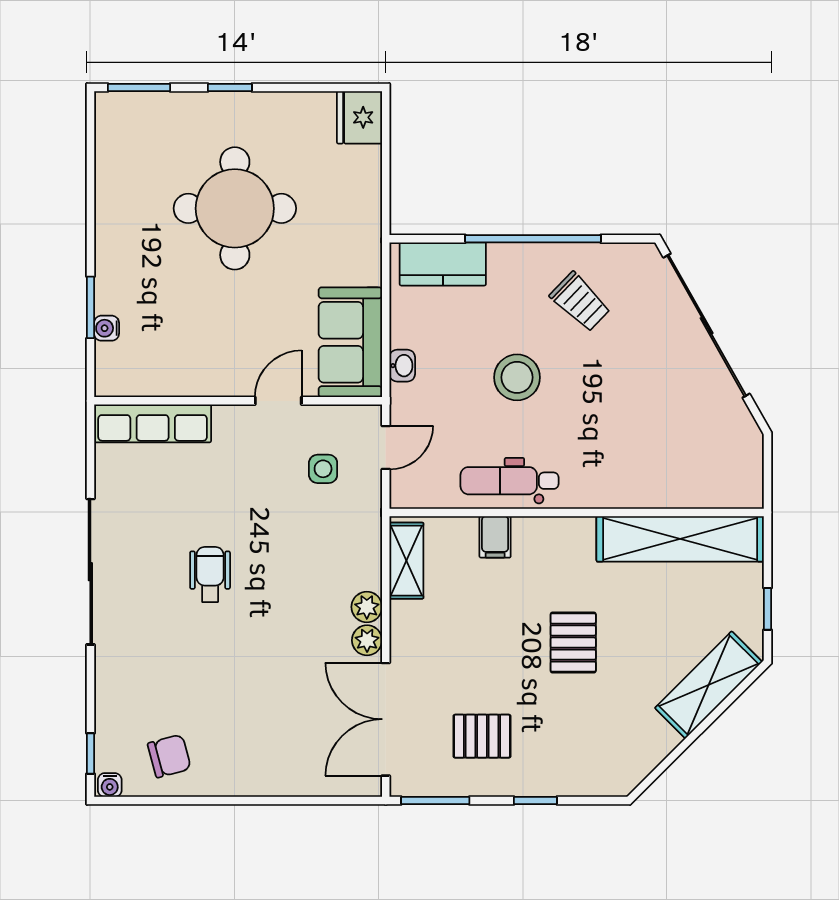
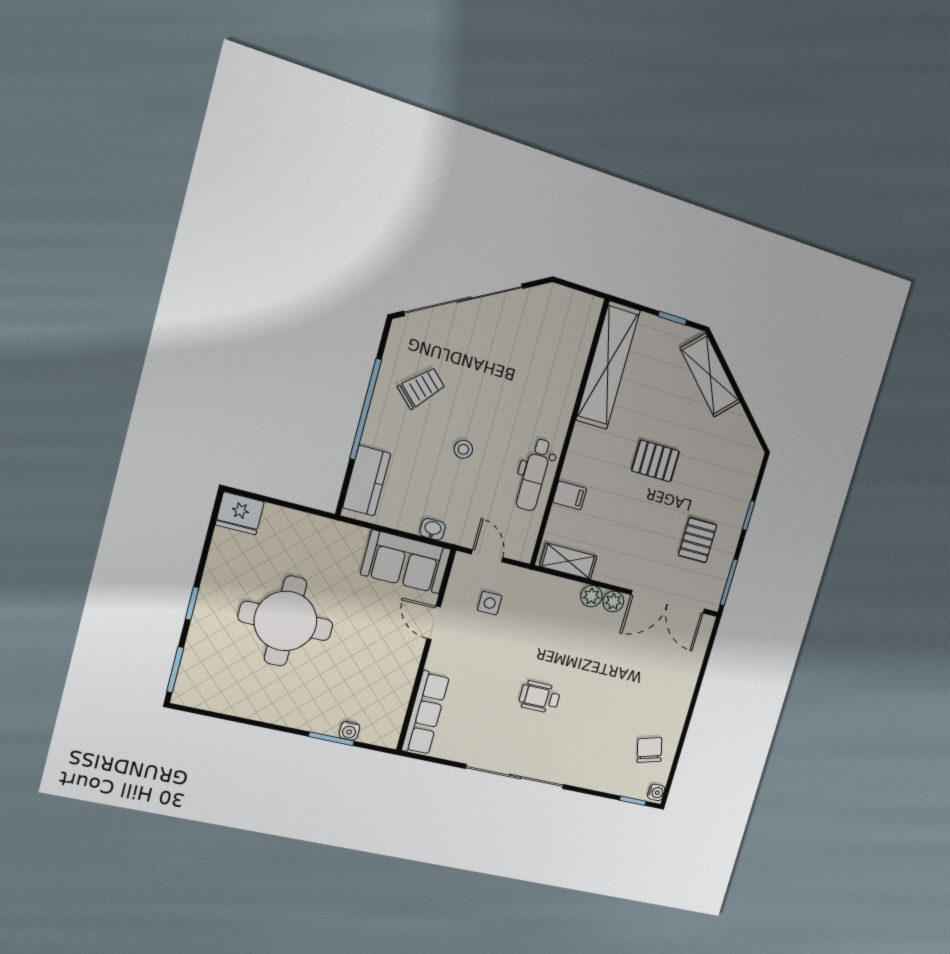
stool: (517, 377) -> (463, 449), width x0.53, depth x0.53

